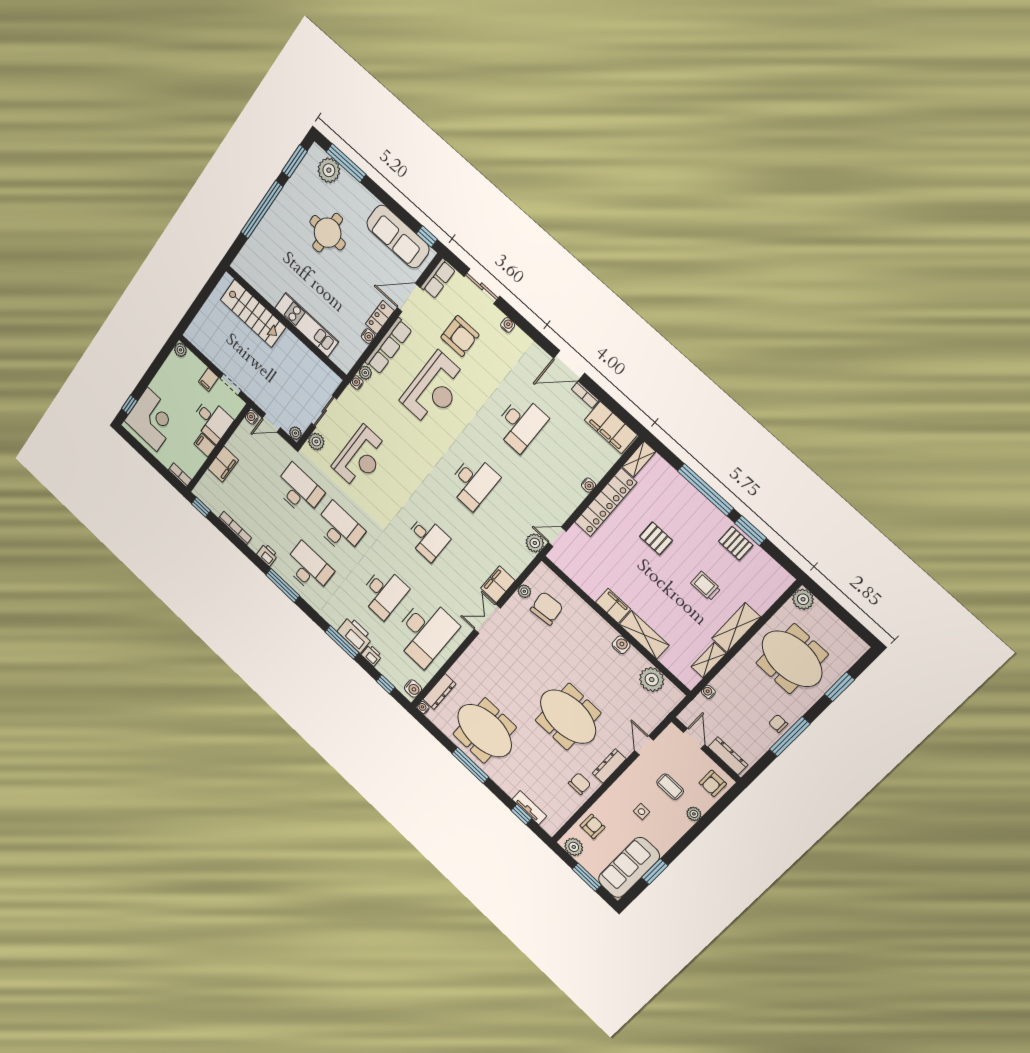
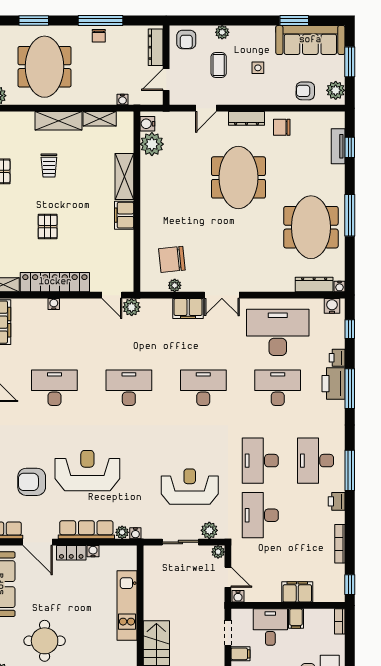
armchair: (460, 336) -> (32, 482), turned -90
desk: (428, 538) -> (203, 388), width x1.37
water cooler: (621, 645) -> (147, 124), moved
armchair: (713, 783) -> (186, 40), turned 90

